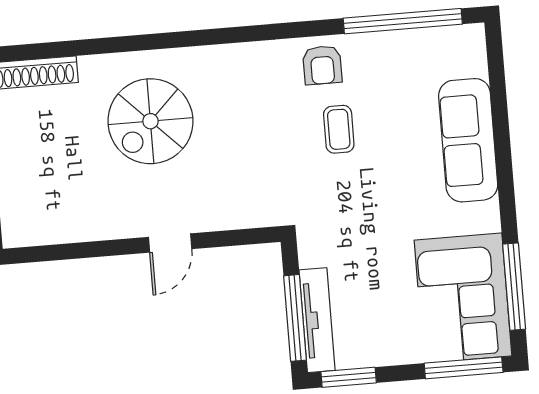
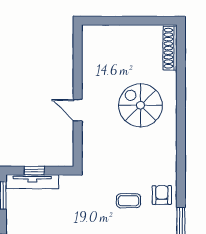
armchair: (322, 65) -> (162, 195), turned 90
window: (295, 318) -> (34, 171), width x0.46

